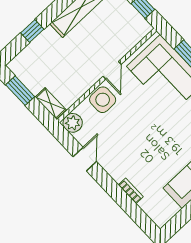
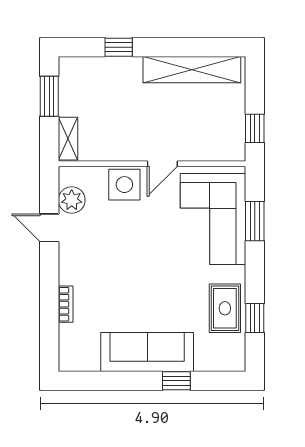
plant: (73, 123) -> (72, 200), moved
door: (85, 159) -> (49, 228), swing flipped

